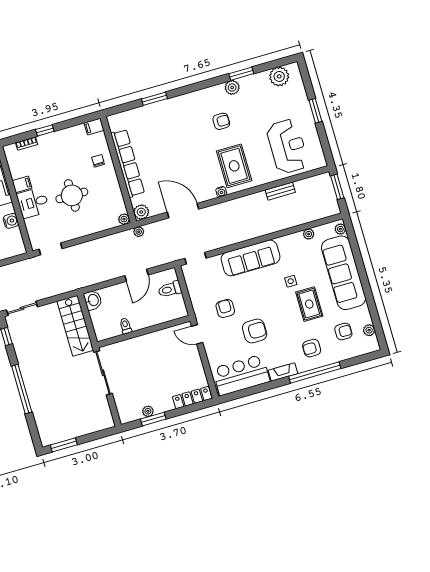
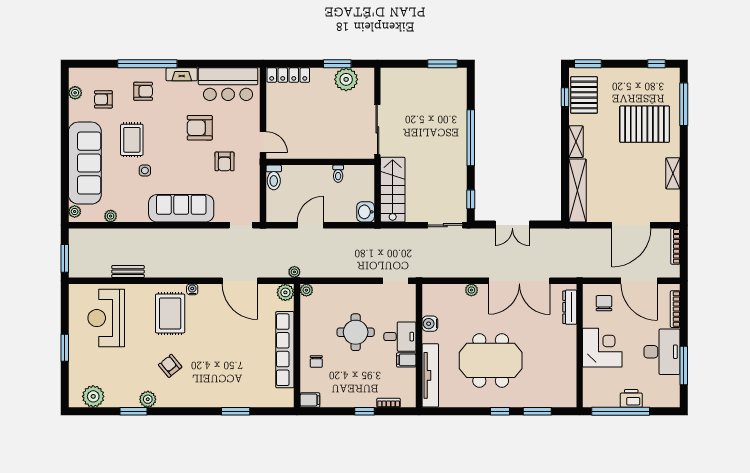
armchair: (221, 121) -> (170, 366), turned 51
toilet: (170, 289) -> (274, 177), moved, turned 90
plant: (148, 411) -> (346, 79), width x1.88, depth x1.88

